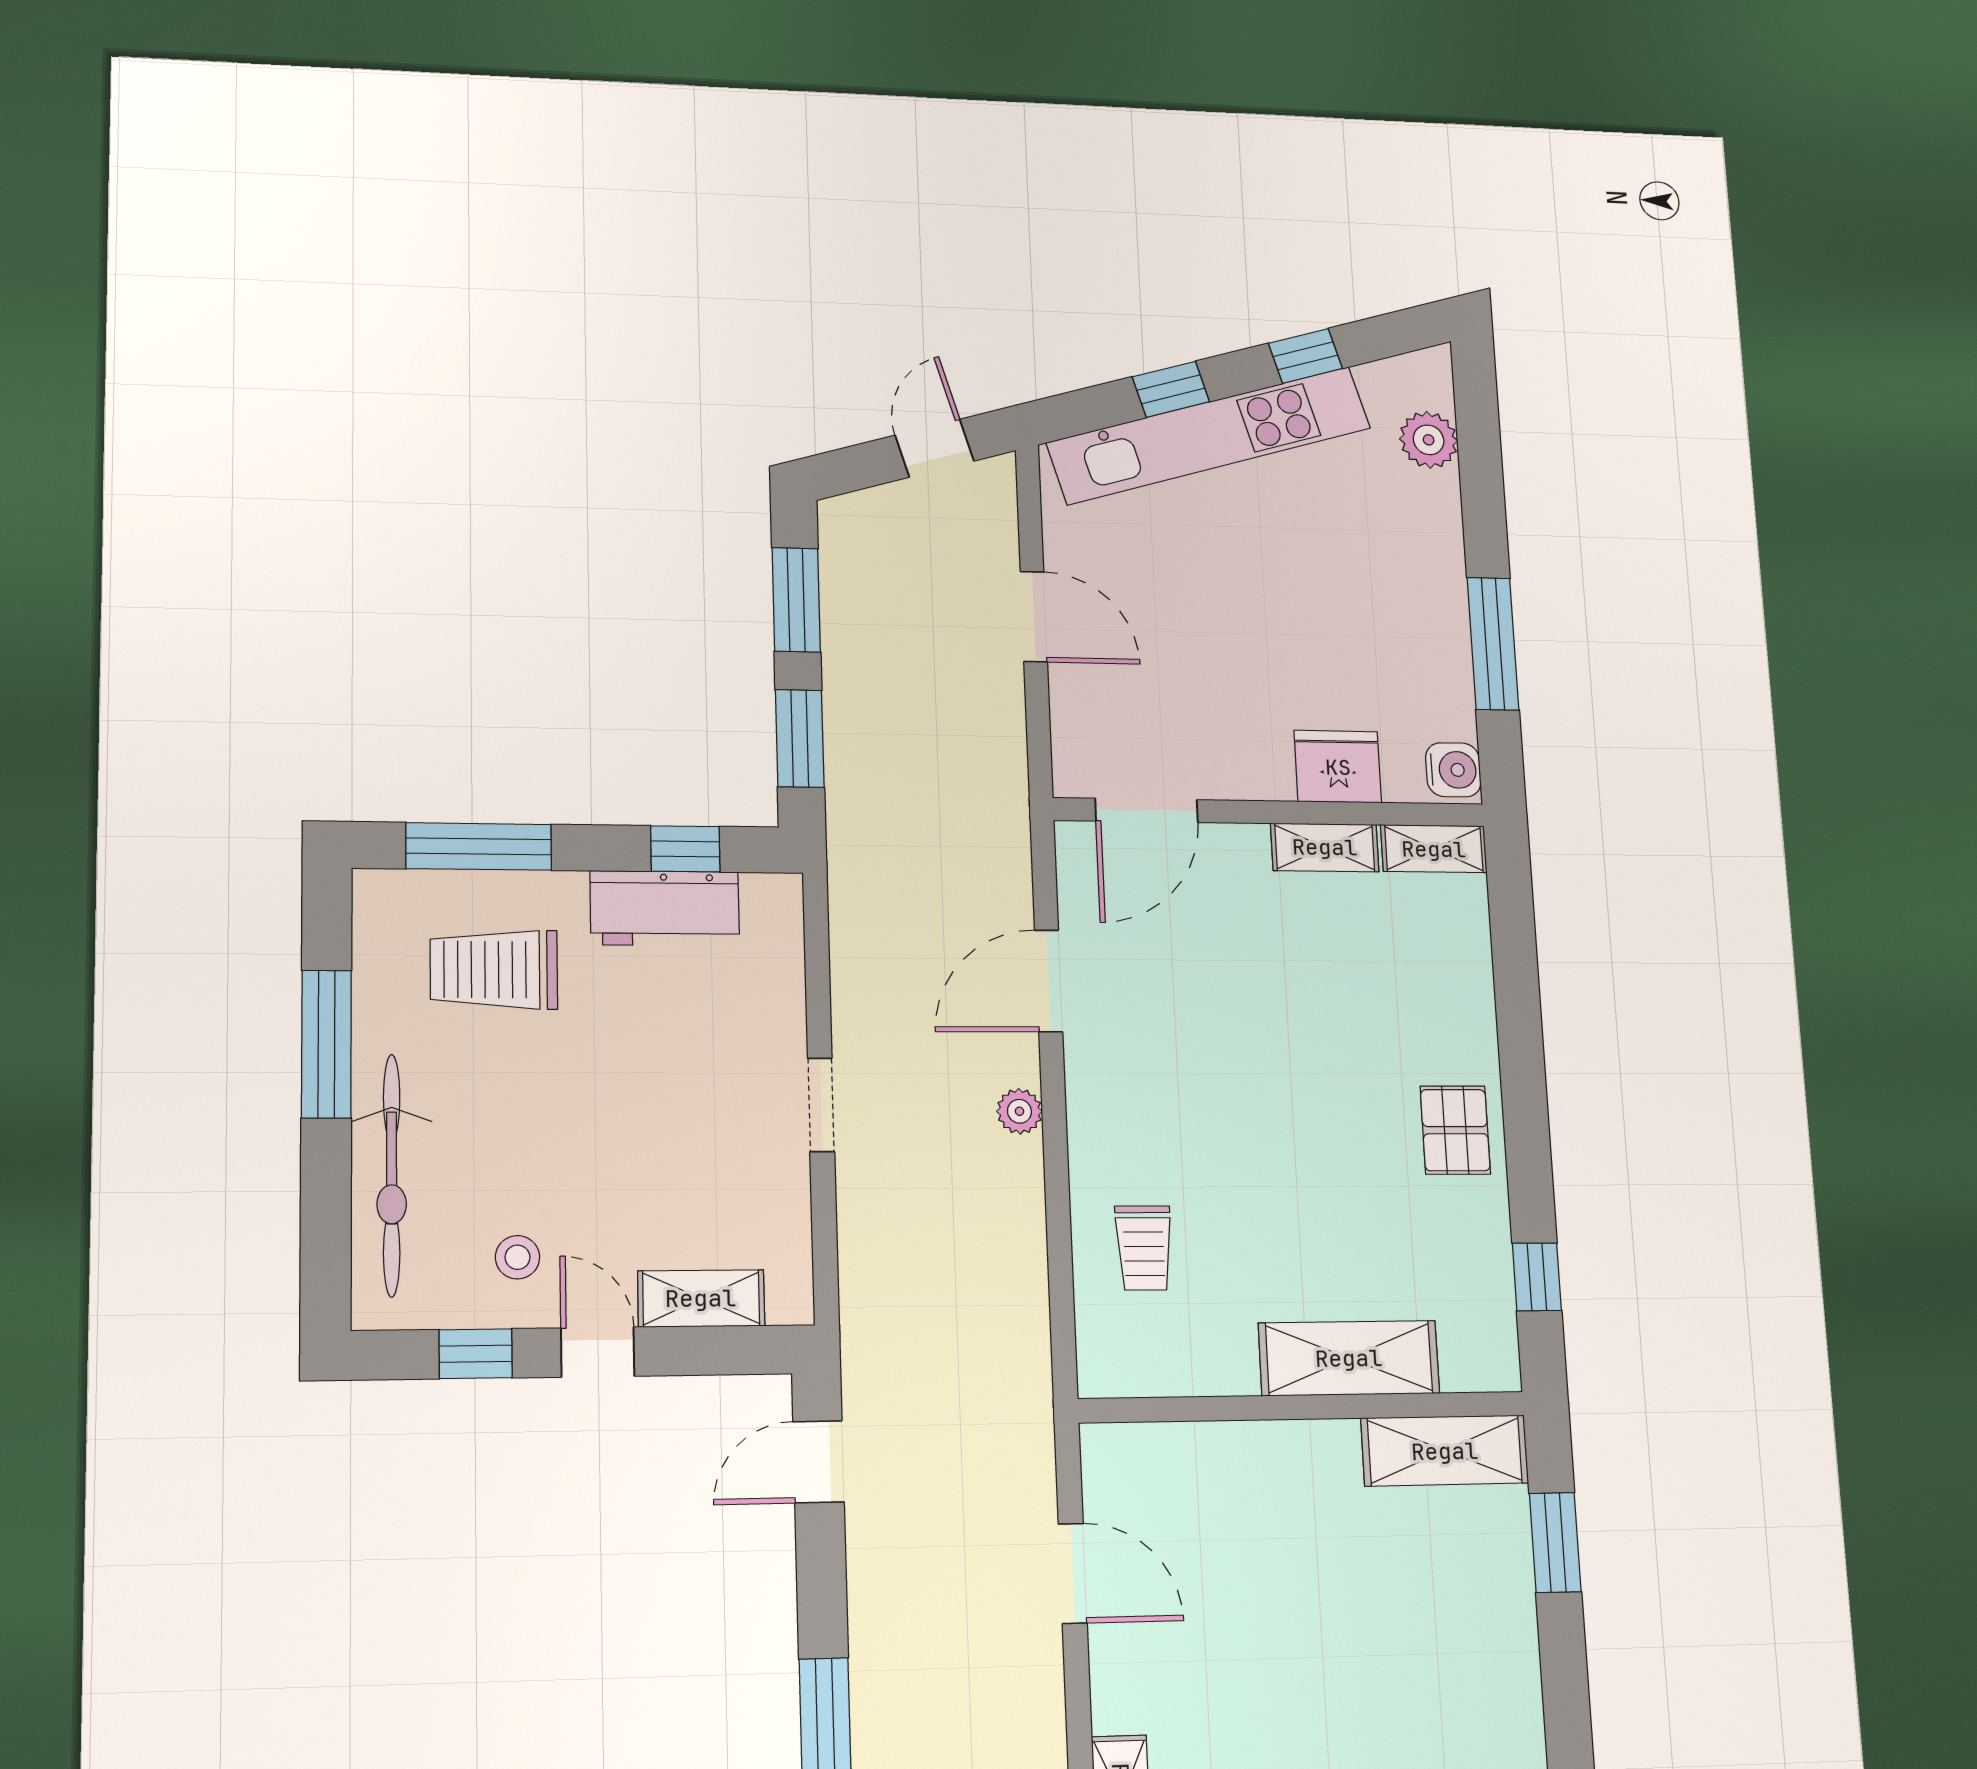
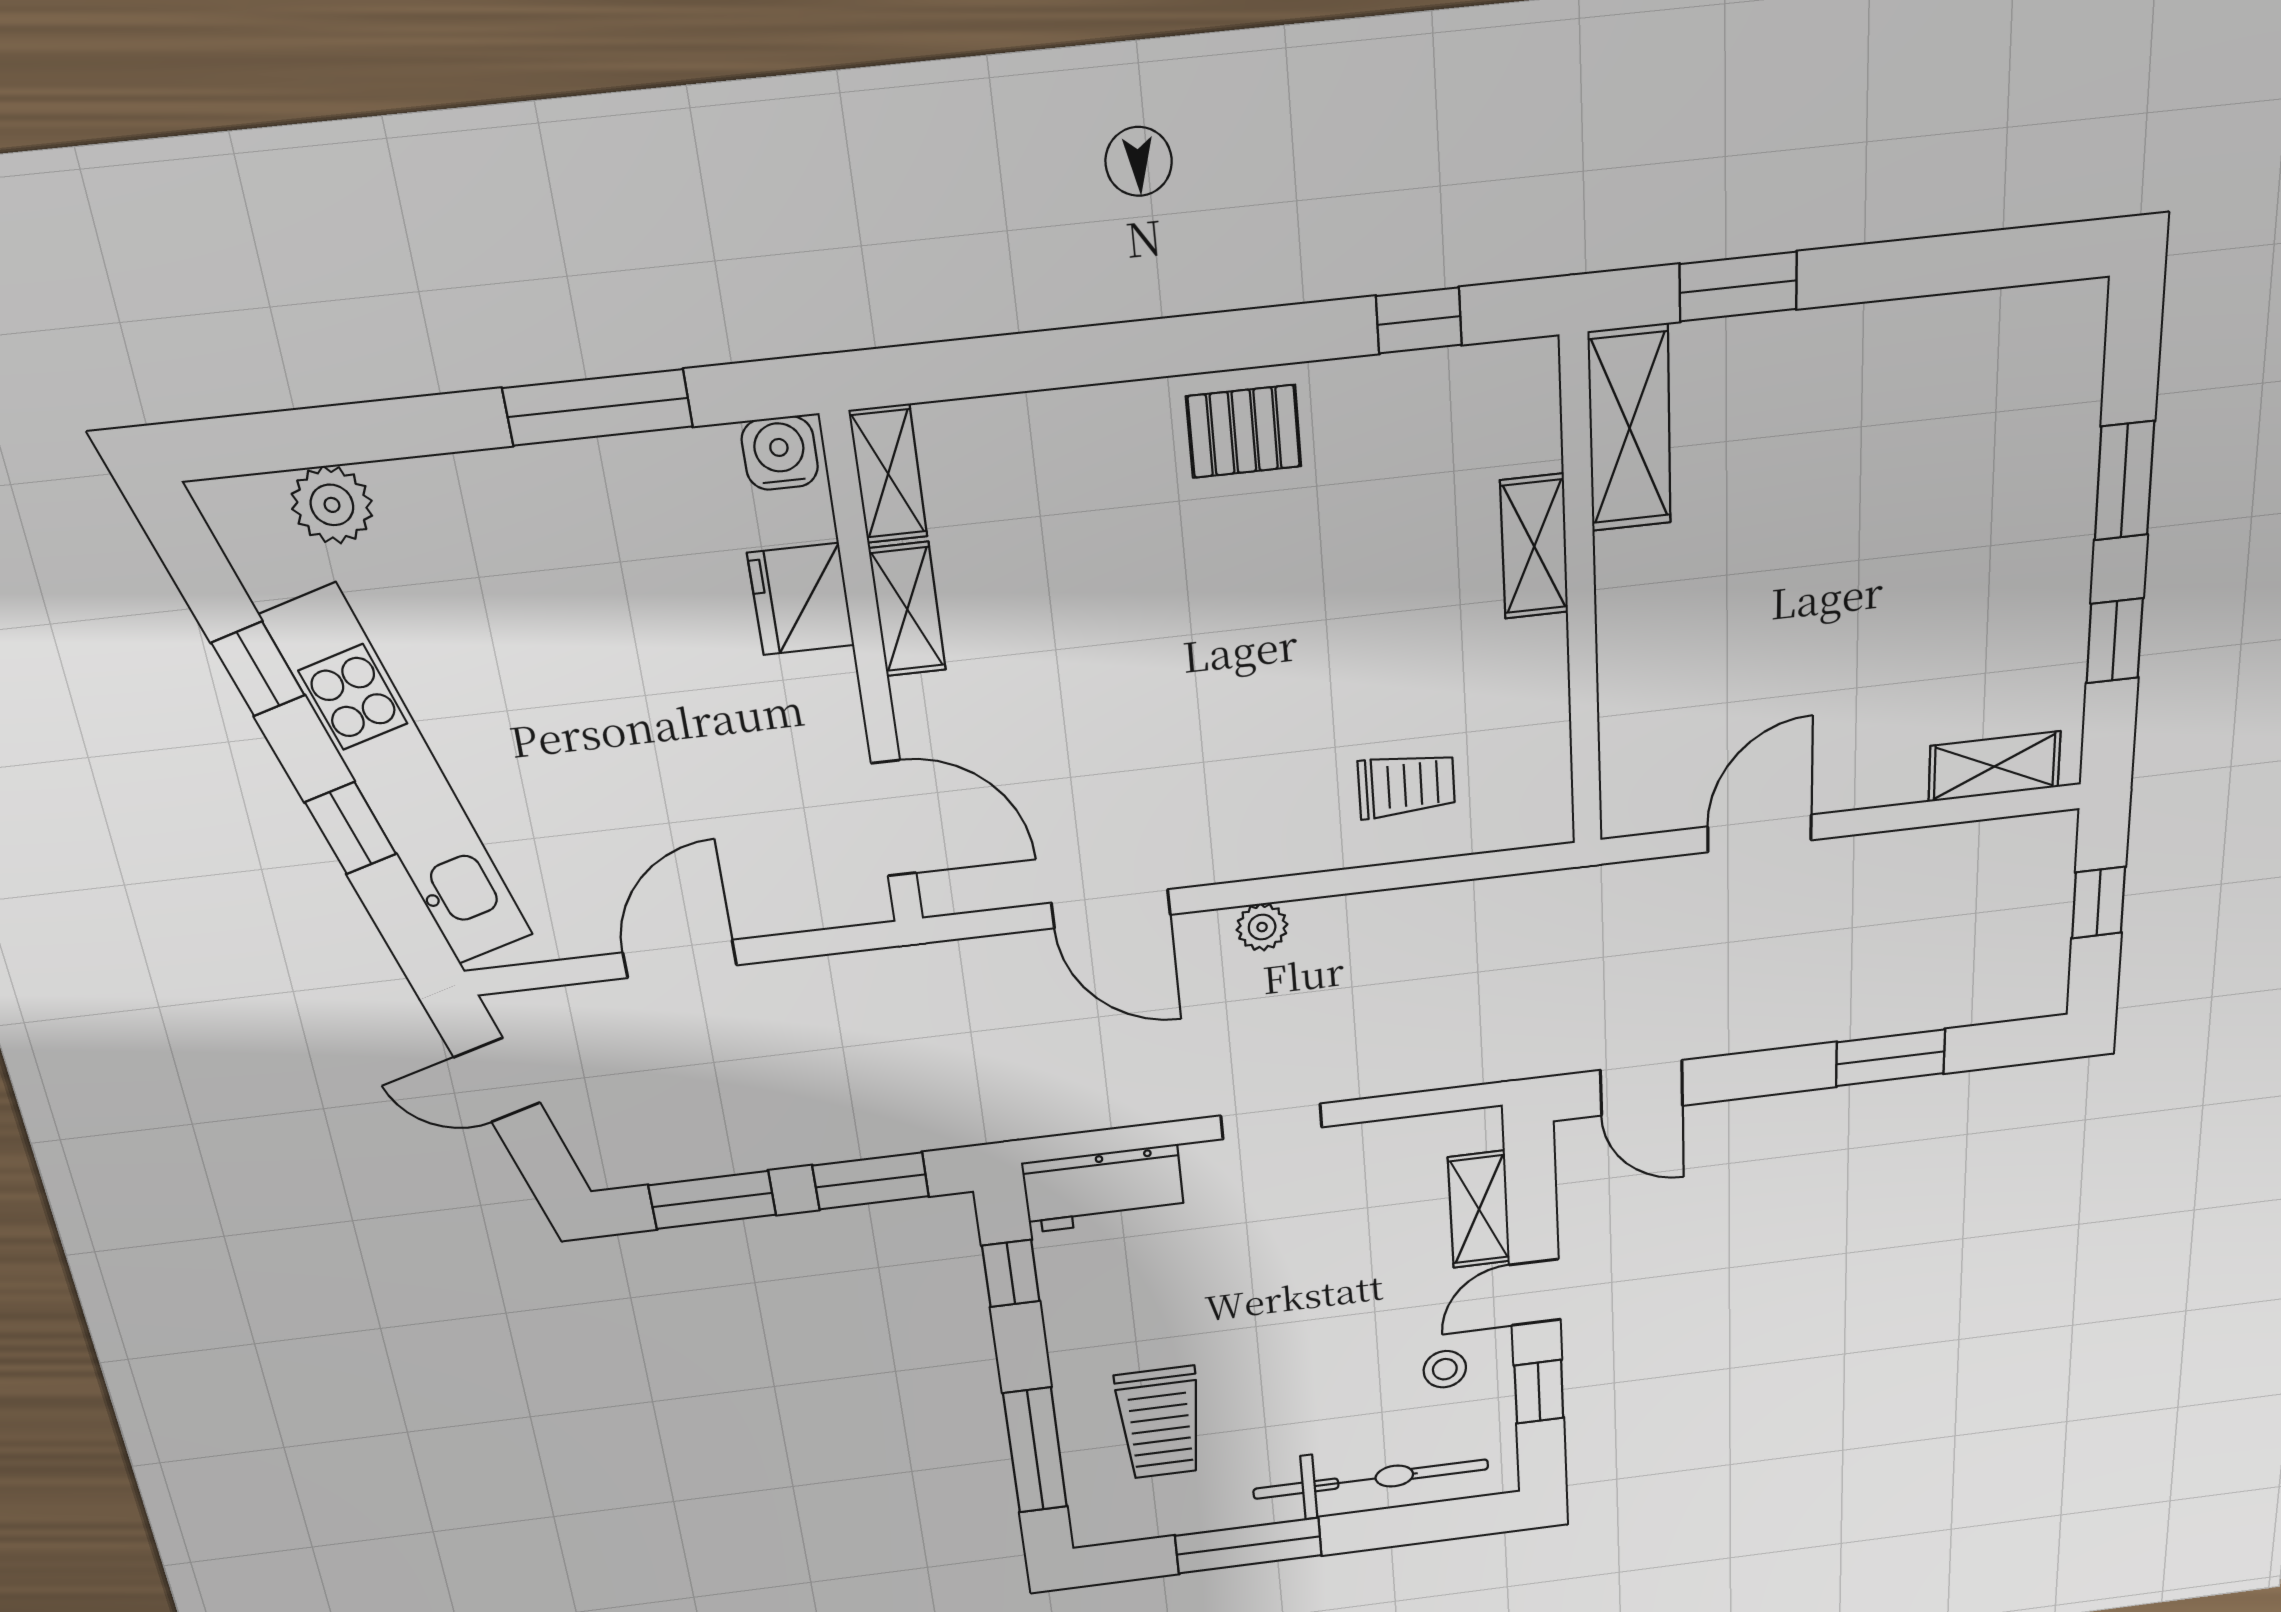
workbench: (665, 908) -> (1103, 1189), moved, turned 90
shelving: (1349, 1358) -> (1534, 547), width x0.67, depth x0.75

